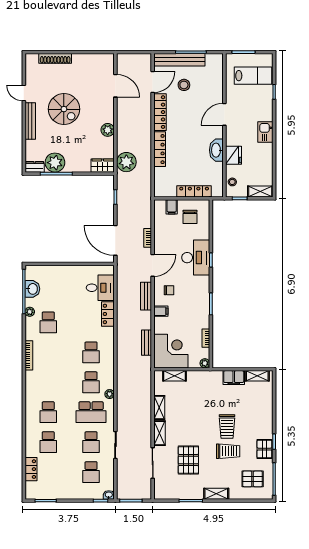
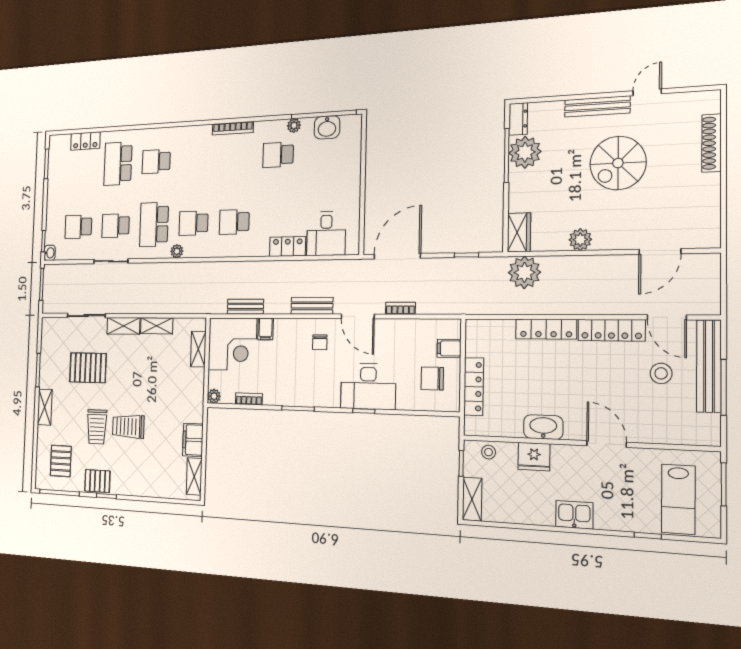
filing cabinet: (161, 311) -> (266, 329), moved
school desk: (48, 442) -> (118, 164), width x1.85

